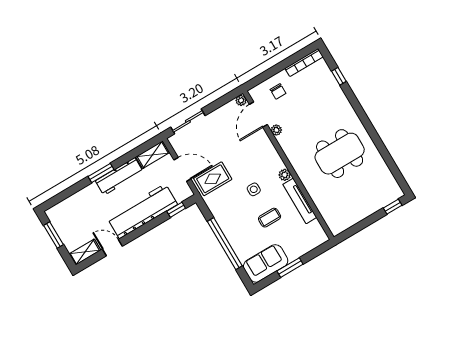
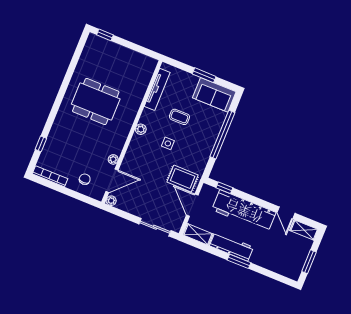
tv unit: (300, 201) -> (157, 89), moved

